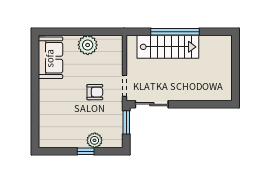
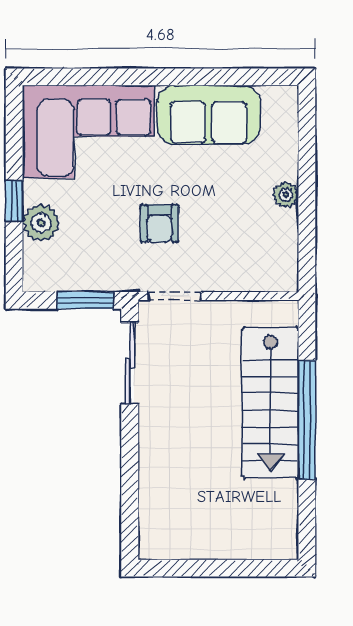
plant: (88, 45) -> (286, 195), width x0.53, depth x0.53
sofa: (50, 58) -> (209, 115), moved
corner sofa: (57, 121) -> (89, 132), added

